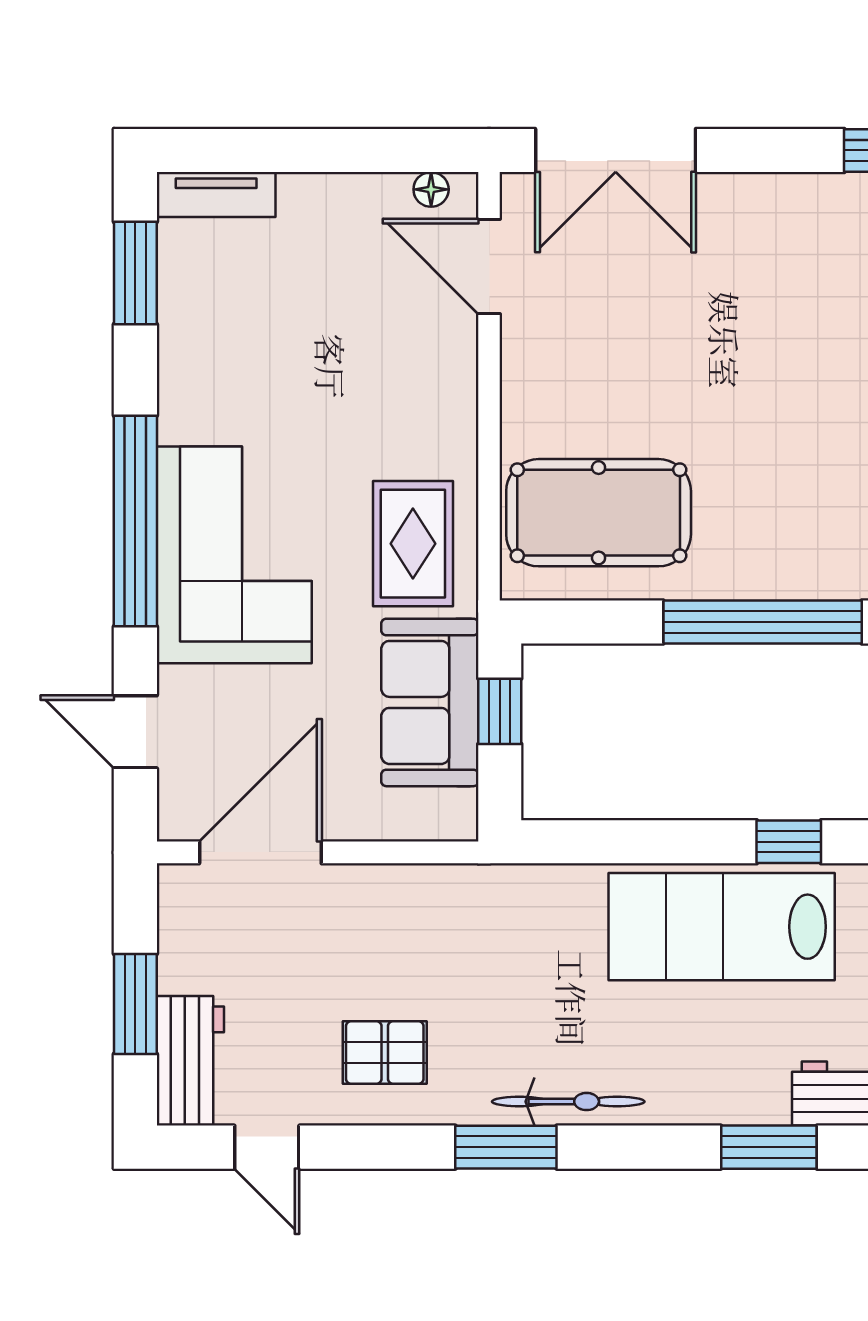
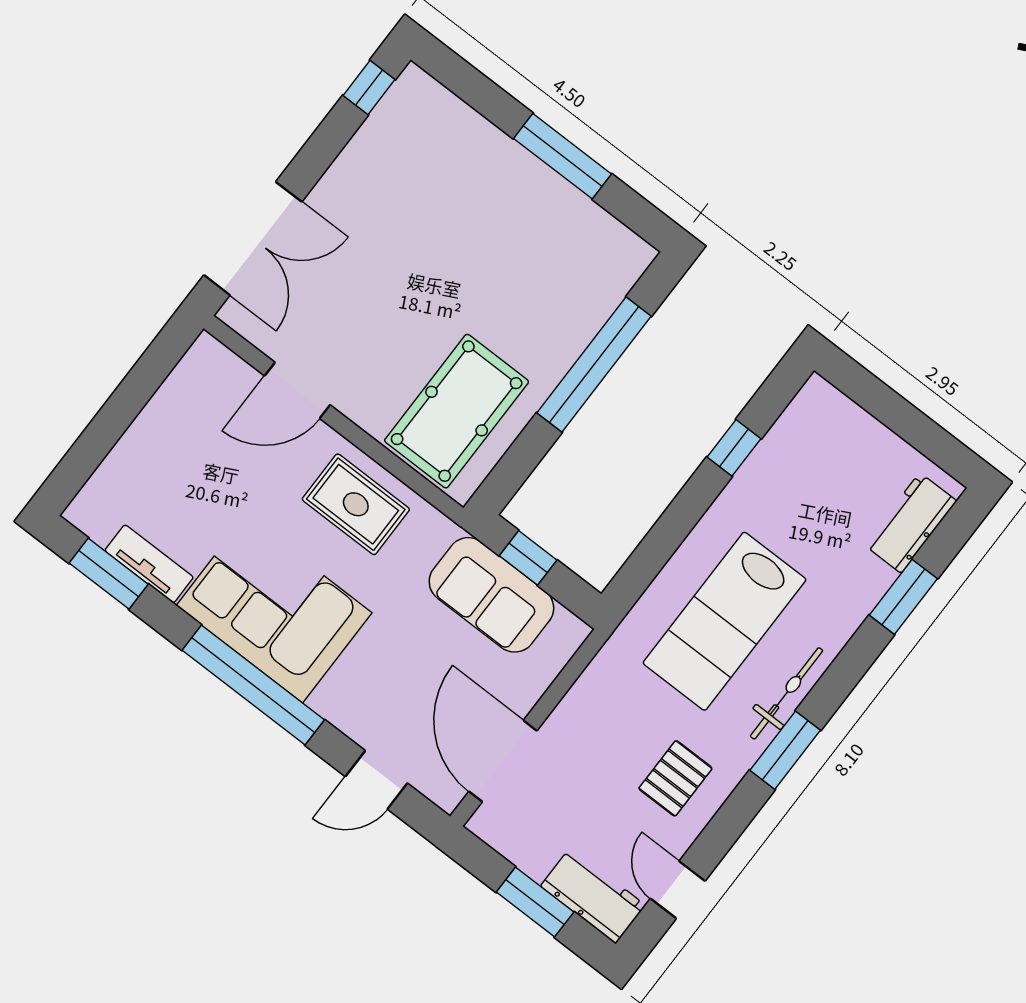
floor lamp: (431, 189) -> (193, 364), removed
tv unit: (216, 195) -> (149, 564), moved, turned -90
door: (489, 266) -> (297, 390), moved
rug: (413, 544) -> (356, 504), moved
corner sofa: (234, 555) -> (274, 609), moved
lab bench: (722, 927) -> (724, 621), moved
door: (267, 1147) -> (678, 890), swing flipped

